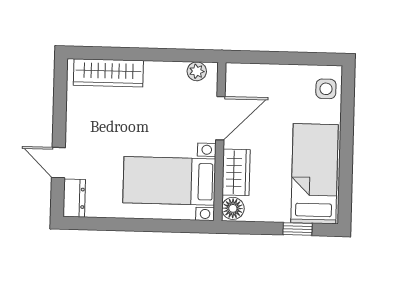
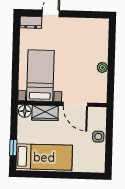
plant: (197, 71) -> (102, 67), moved
wardrobe: (108, 73) -> (101, 42), removed
side table: (326, 89) -> (98, 137), moved

